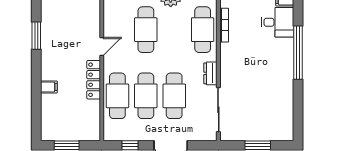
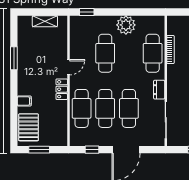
locker: (94, 80) -> (62, 89), width x0.66
pallet: (54, 119) -> (29, 127), added

